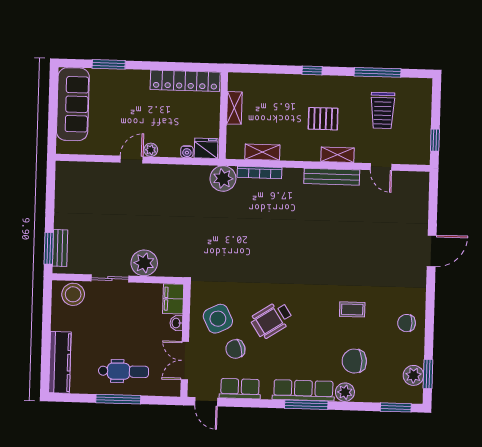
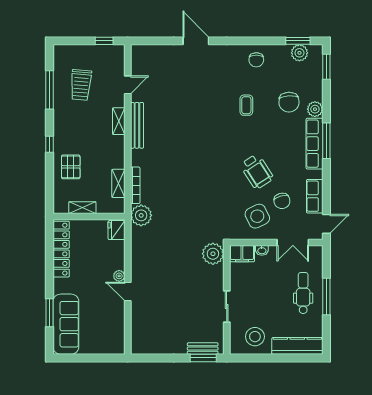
sofa: (73, 104) -> (66, 324), moved, turned 90
trolley: (383, 110) -> (81, 85), turned 95
pallet: (323, 119) -> (71, 167), moved
water cooler: (187, 152) -> (120, 246), removed
plant: (144, 263) -> (213, 254), moved
stool: (73, 294) -> (255, 337), moved

